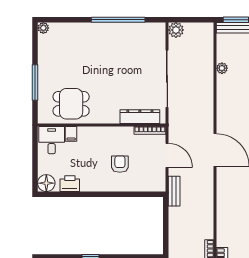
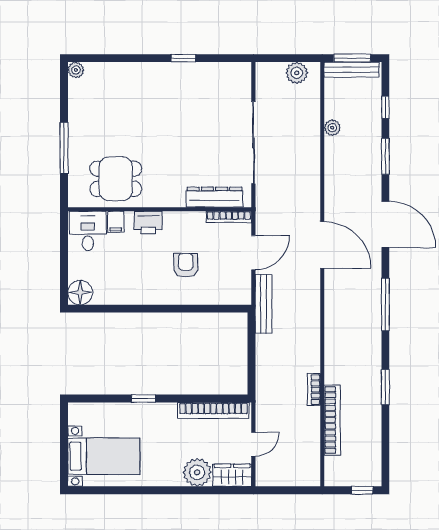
window: (118, 20) -> (183, 58), width x0.32
plant: (176, 30) -> (297, 73), moved
door: (167, 155) -> (253, 253), hinge flipped
printer: (70, 184) -> (148, 223), moved, turned 180
bench: (174, 191) -> (264, 304), width x1.36

